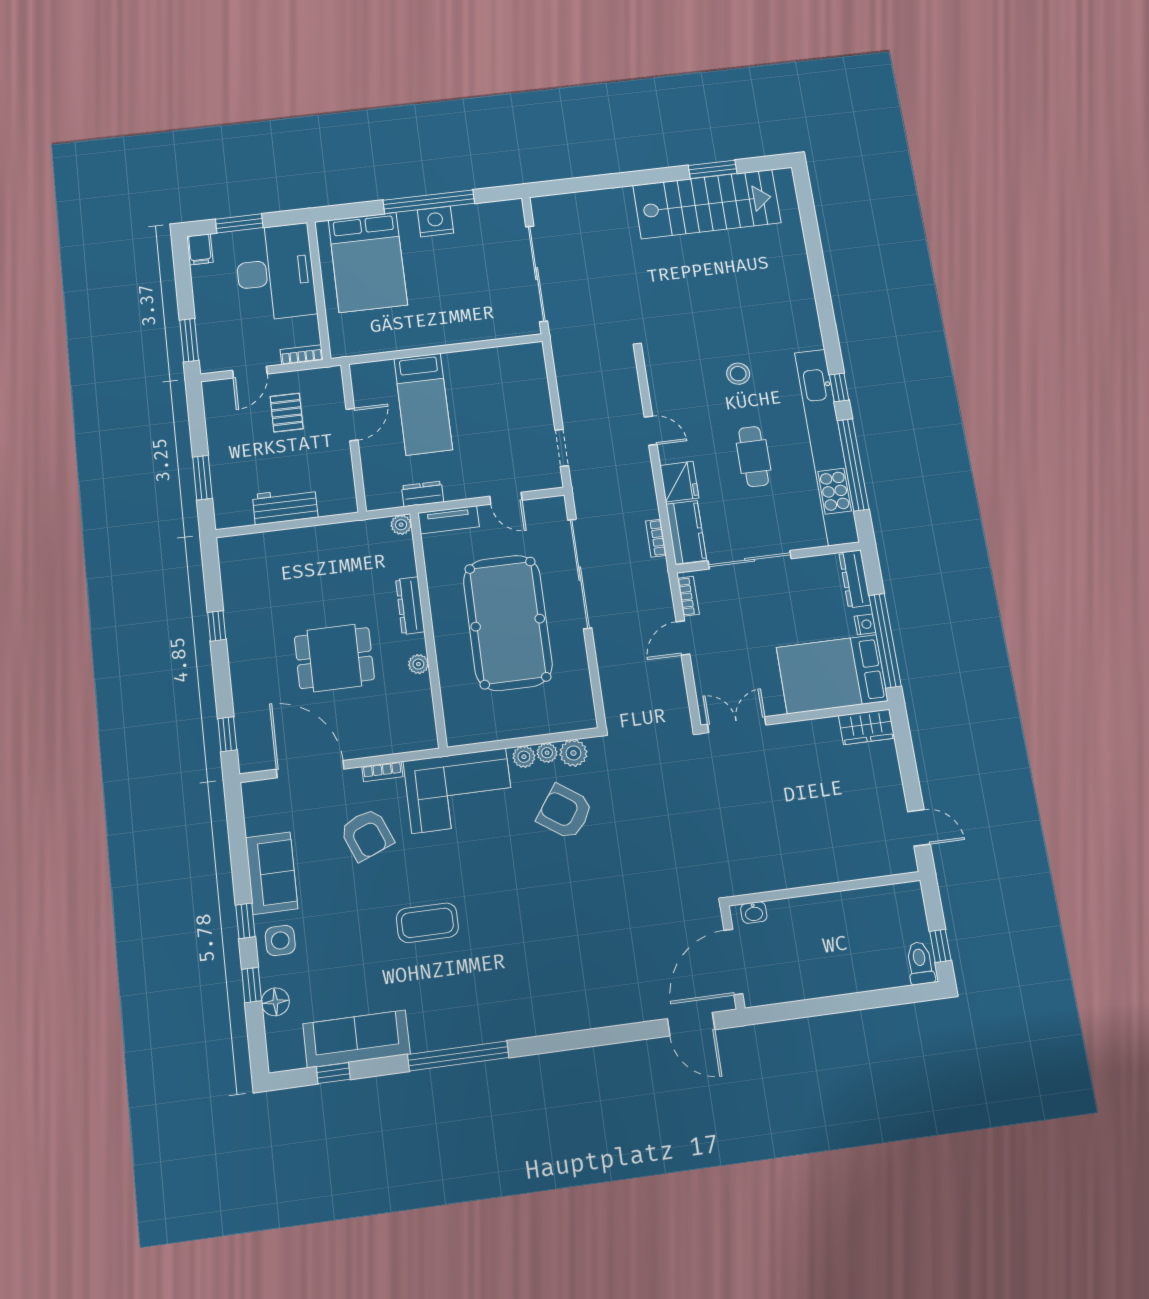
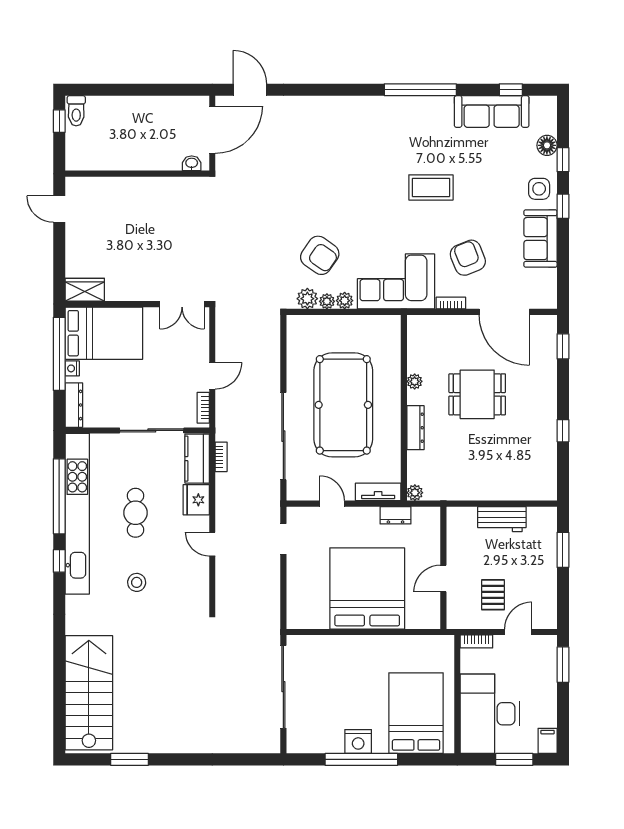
stairs: (707, 204) -> (89, 693), moved, turned 90
bed: (423, 404) -> (367, 588), width x2.04

